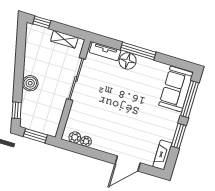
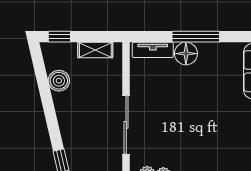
sliding door: (76, 79) -> (126, 125), moved
boiler: (30, 83) -> (59, 81), moved

